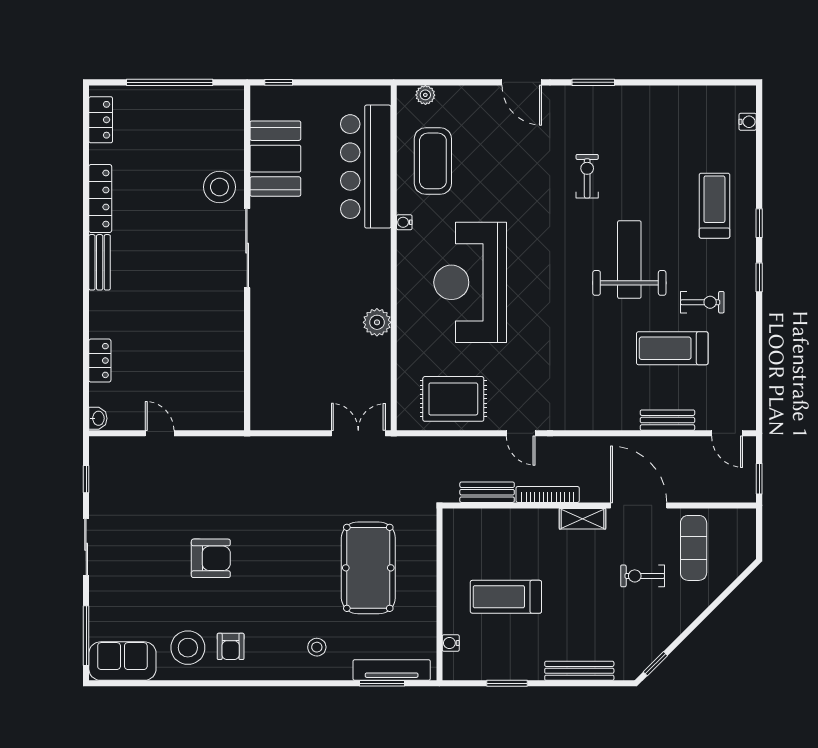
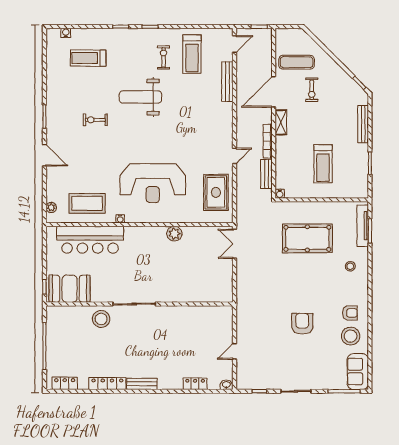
door: (522, 82) -> (44, 155), hinge flipped
booth: (275, 159) -> (70, 289), moved
treadmill: (714, 206) -> (88, 58), moved
treadmill: (672, 348) -> (192, 54), moved
bench: (667, 420) -> (227, 82), width x1.36
water cooler: (451, 643) -> (280, 194), moved

